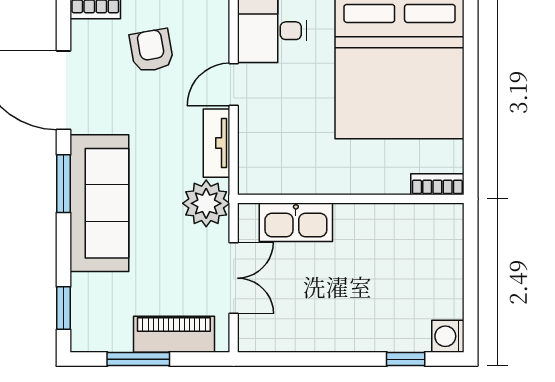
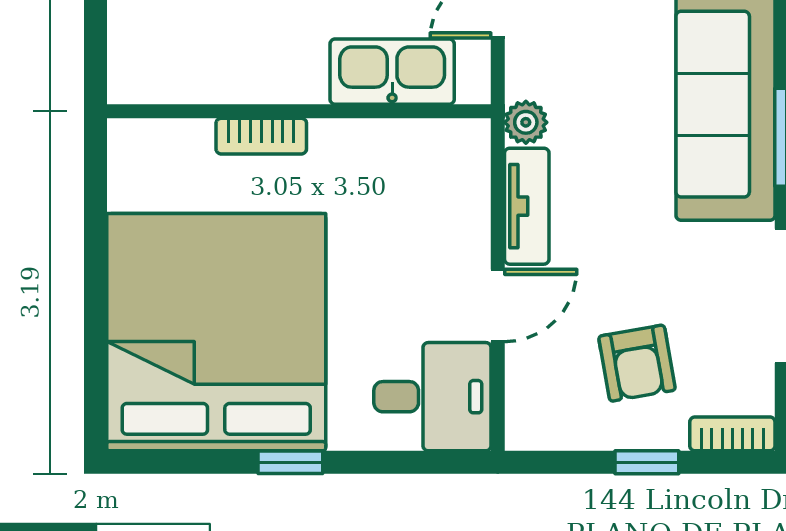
bookcase: (437, 184) -> (261, 136), moved
plant: (206, 203) -> (526, 122), width x0.53, depth x0.53

